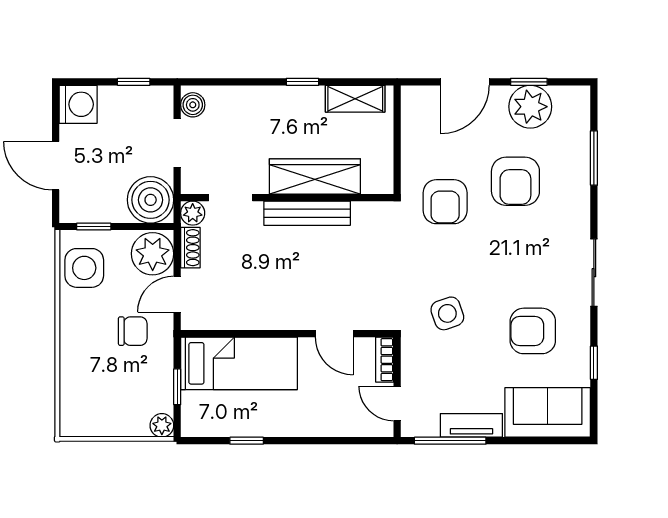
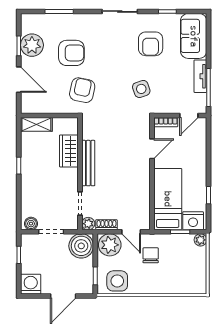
shelving: (355, 99) -> (36, 124), moved, turned 90
wardrobe: (315, 176) -> (69, 151), width x0.67
armchair: (445, 202) -> (82, 90), turned -78
nightstand: (198, 411) -> (193, 221), added

